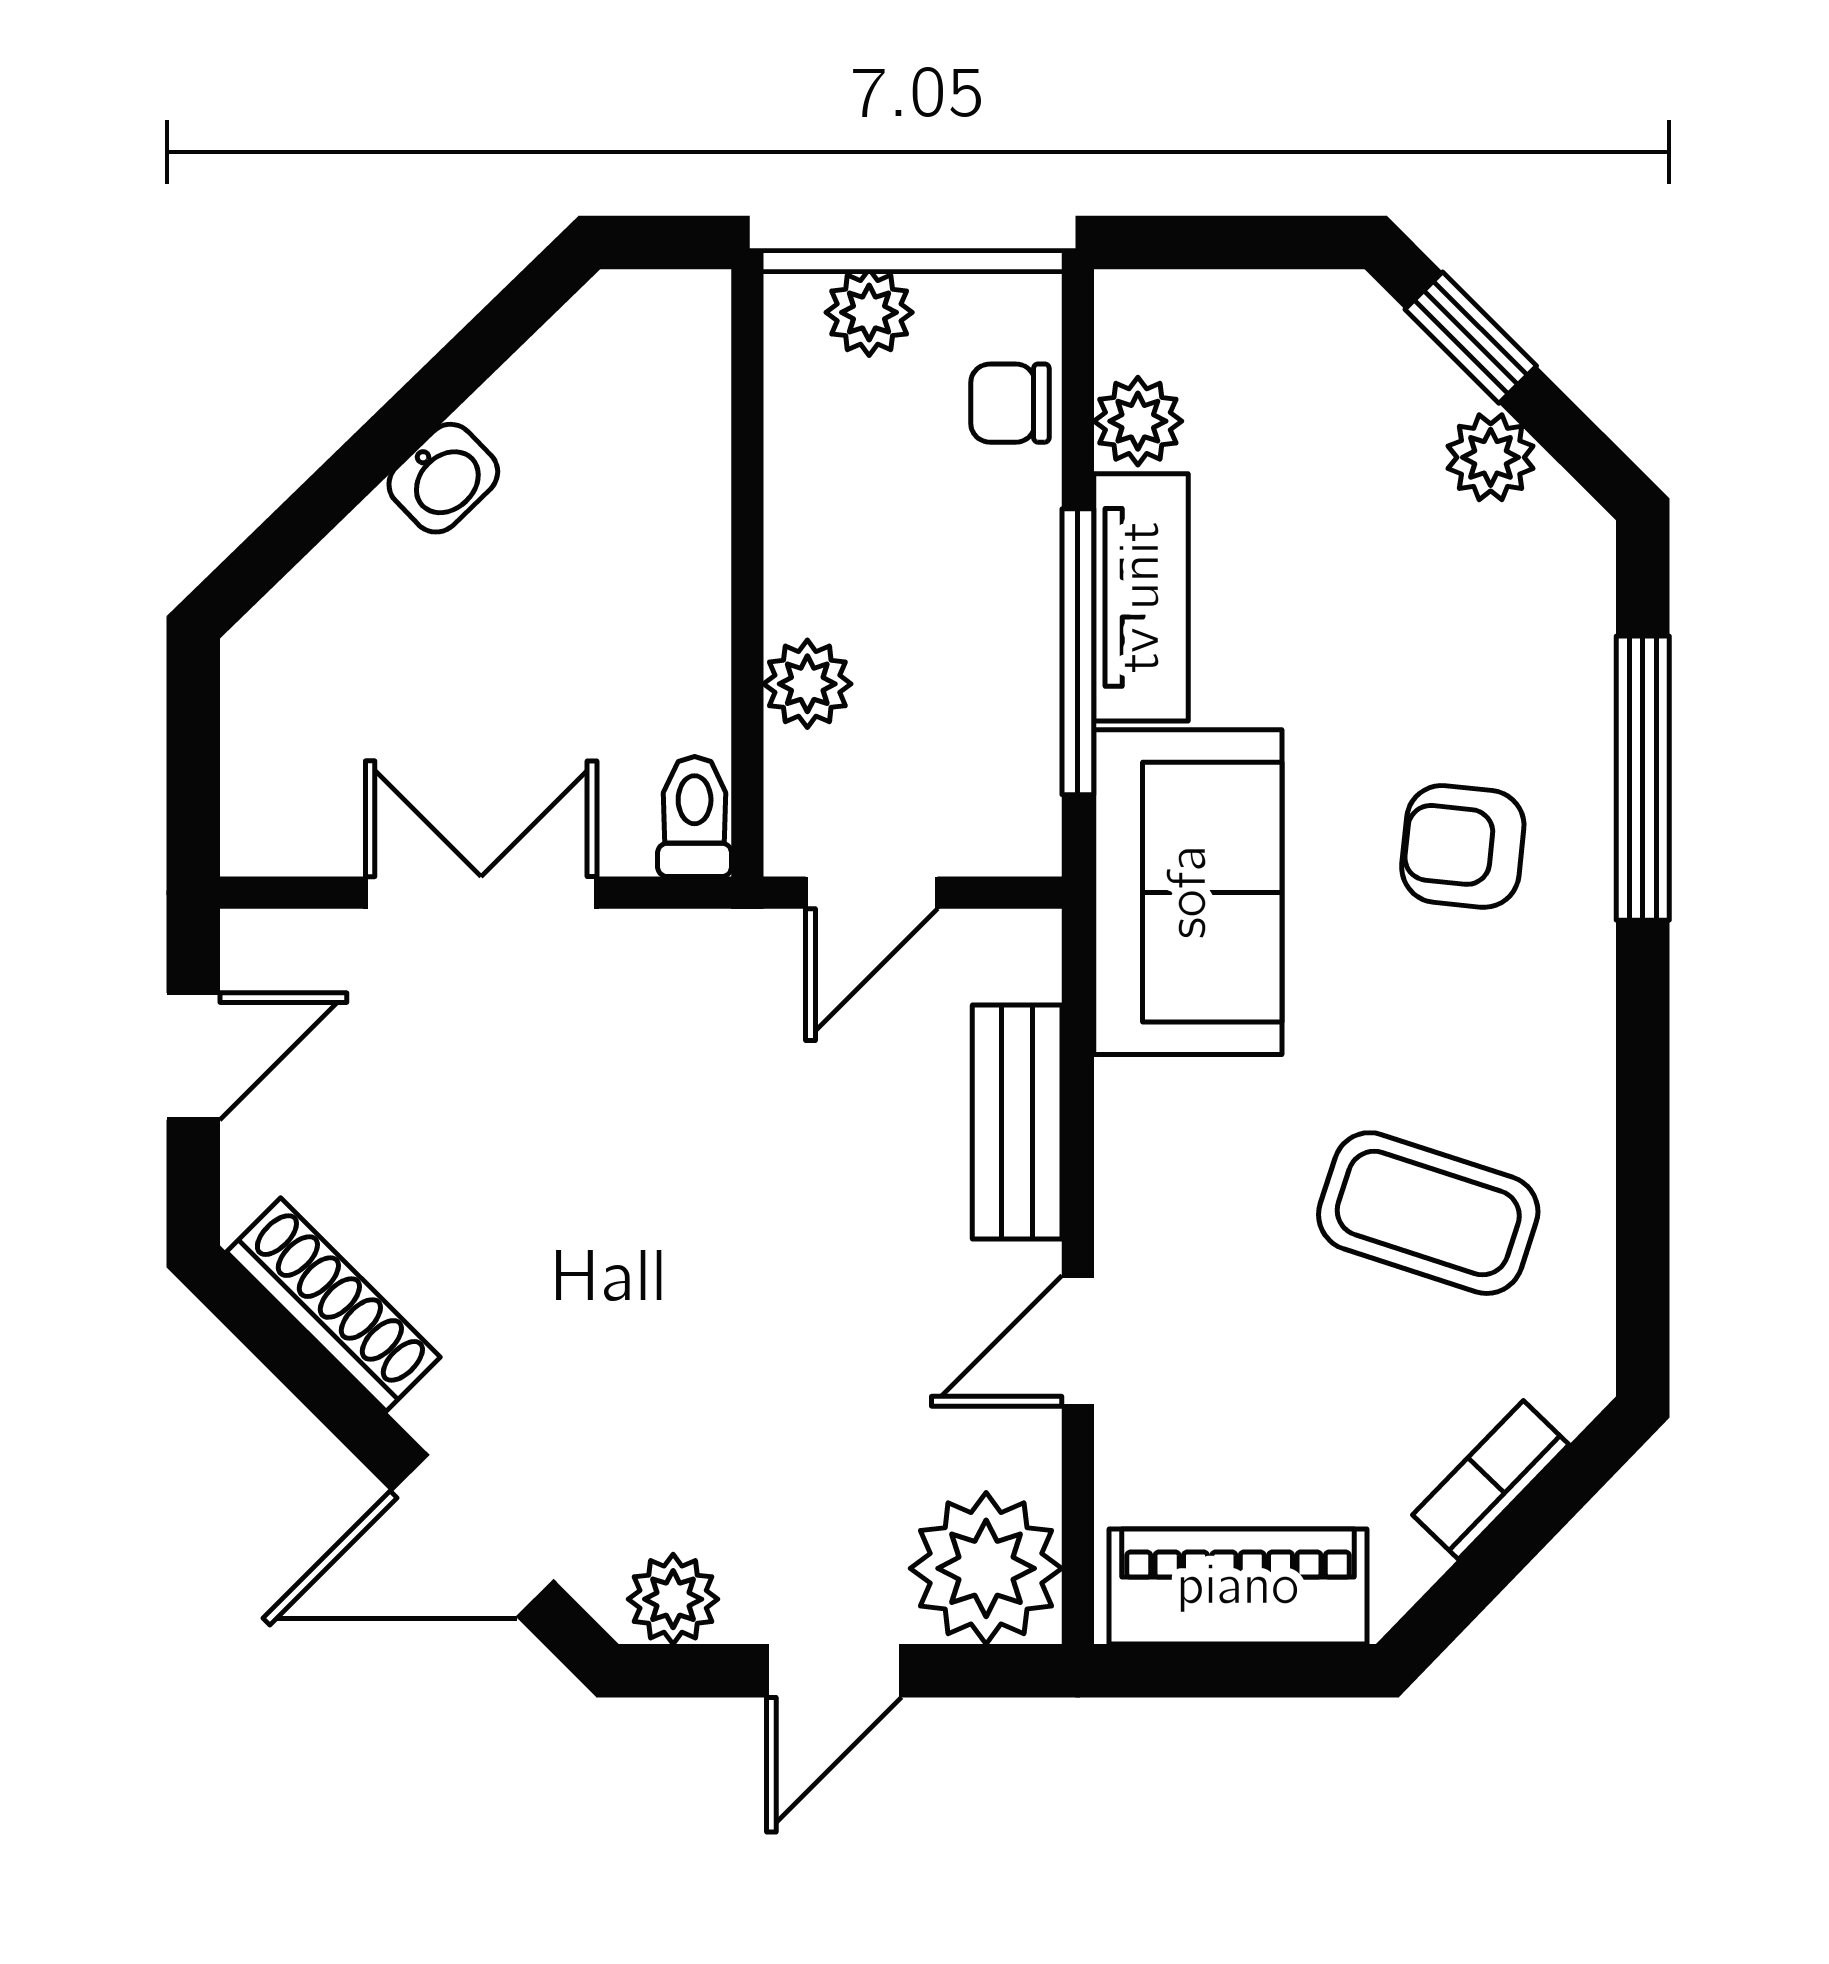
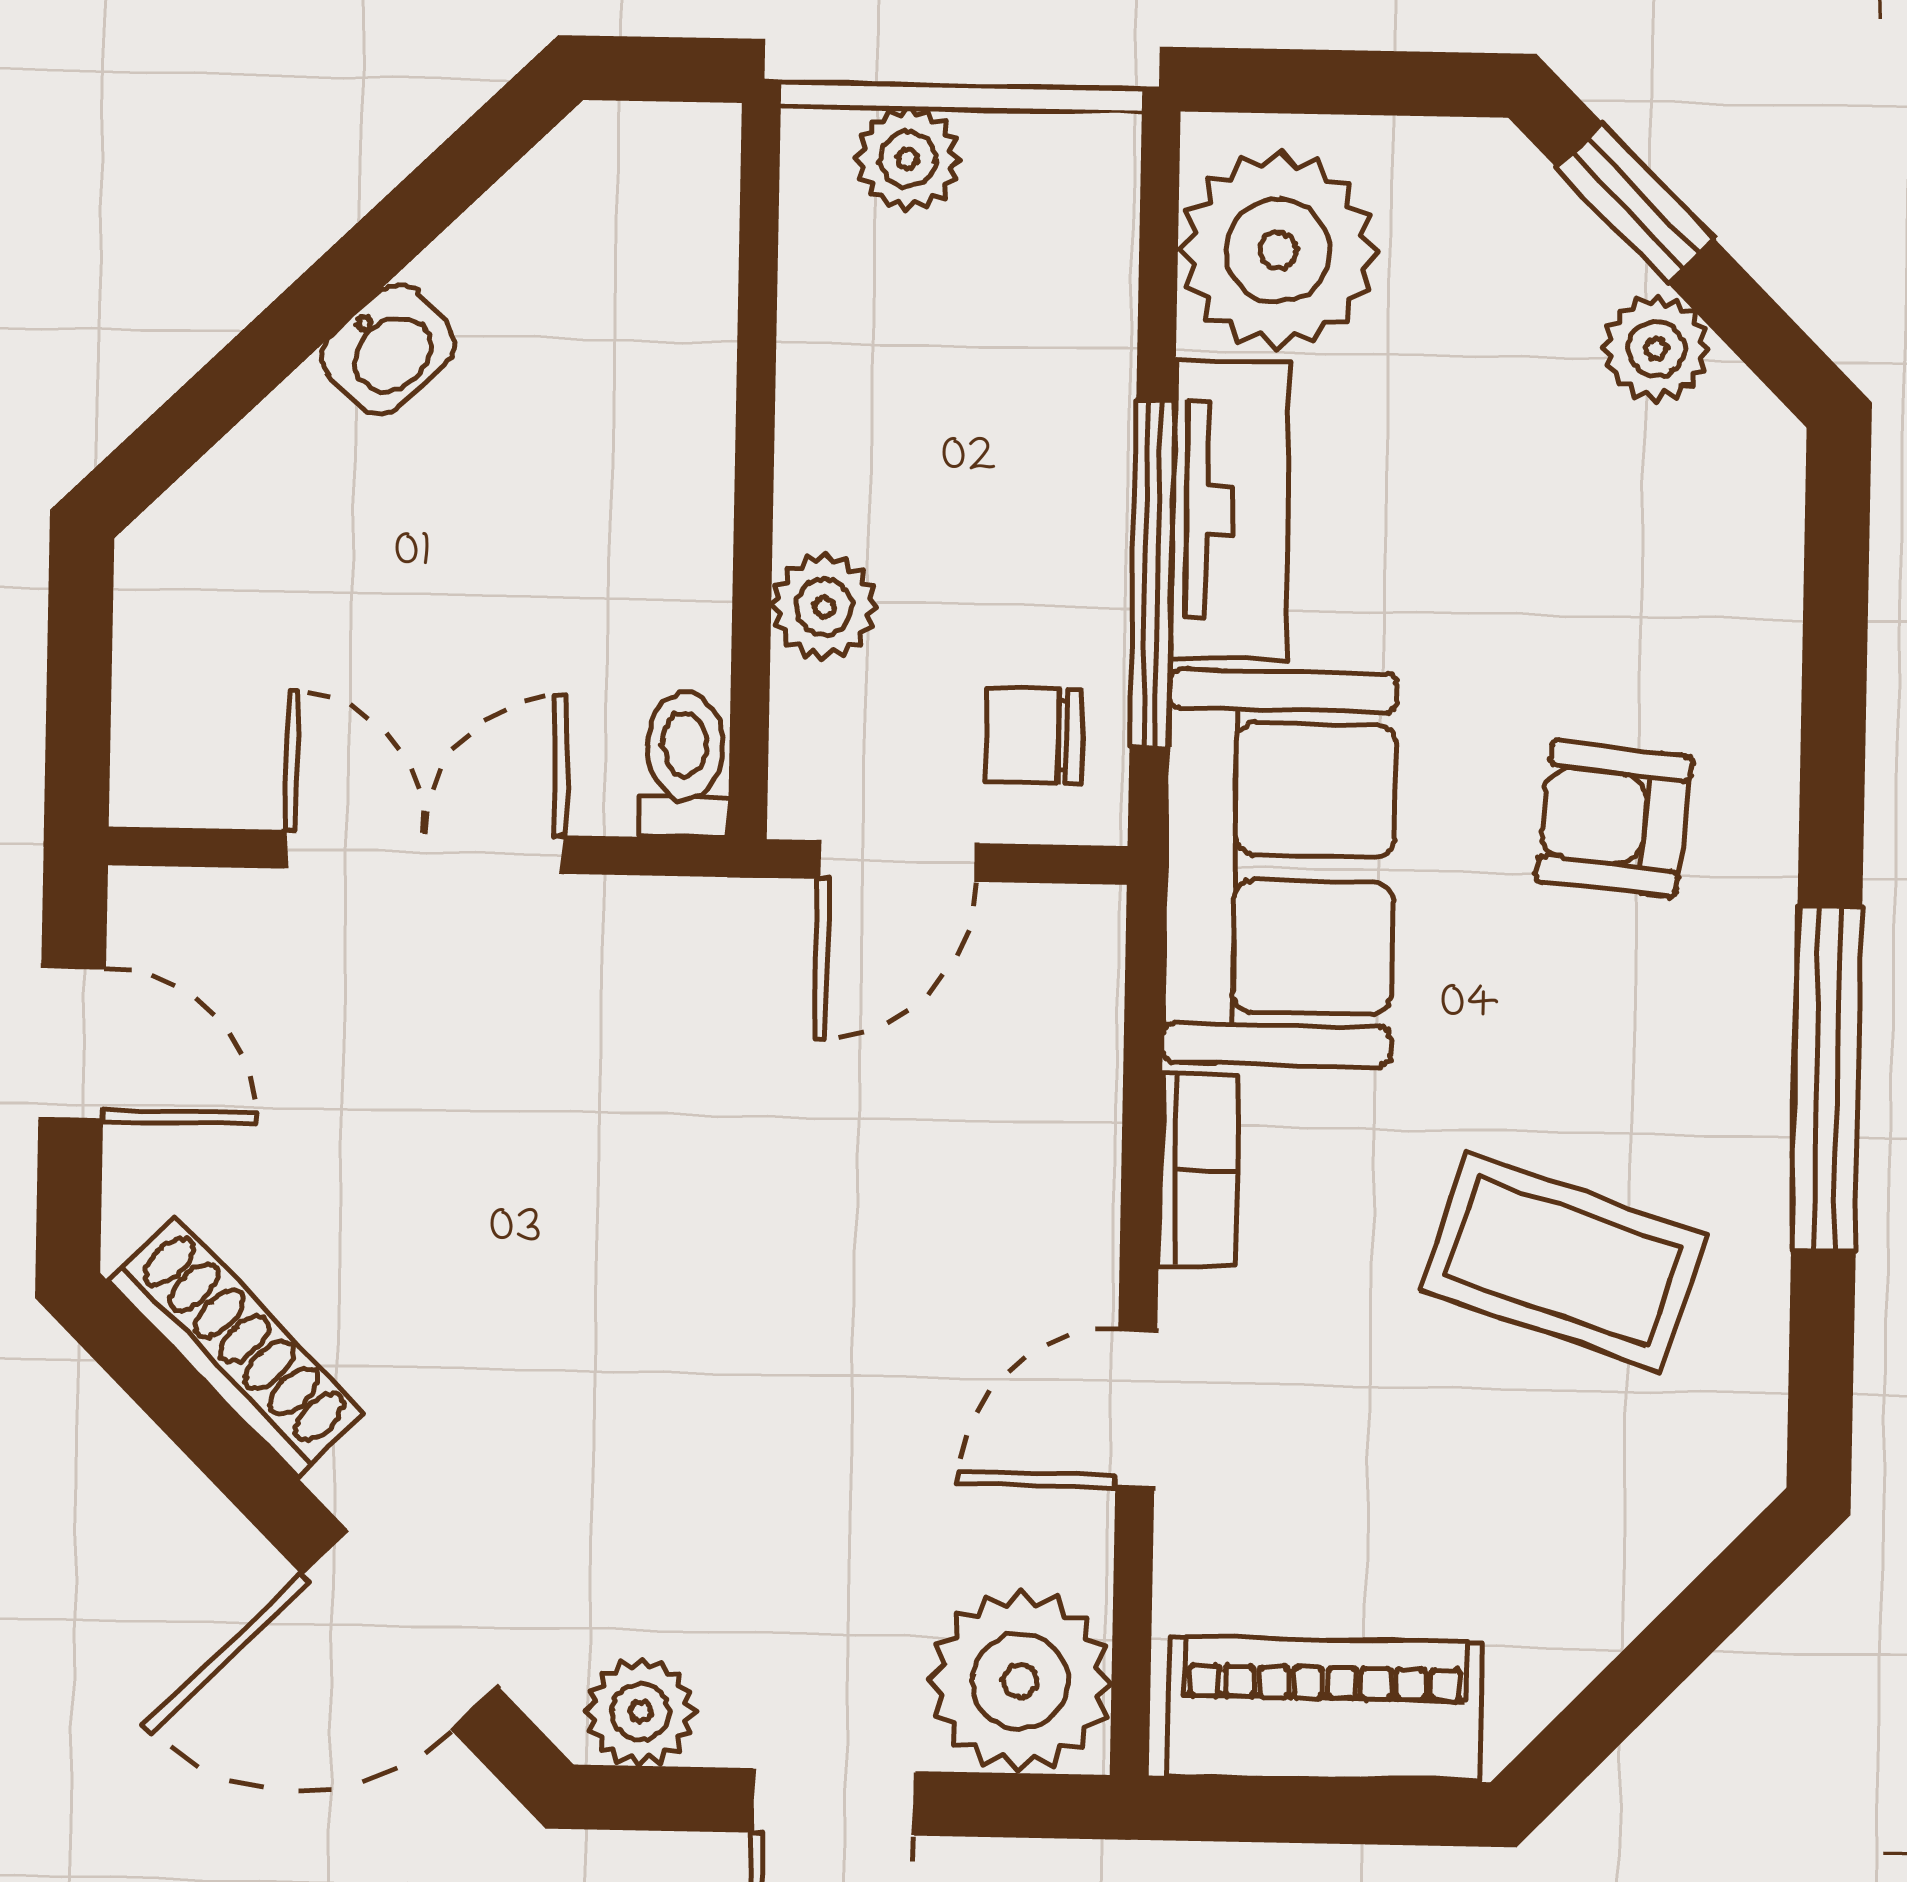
chair: (1010, 403) -> (1034, 736), moved
plant: (1138, 421) -> (1278, 251), width x1.88, depth x1.88
window: (1643, 778) -> (1827, 1079), moved
door: (193, 1056) -> (72, 1043), hinge flipped
bench: (1017, 1122) -> (1068, 1142), removed
bookcase: (1491, 1480) -> (1199, 1170), moved, turned 136

